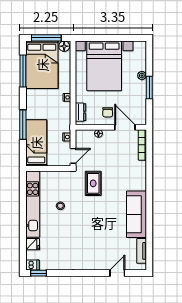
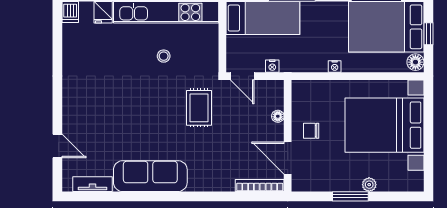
window: (46, 38) -> (429, 34), width x0.46
dresser: (81, 112) -> (311, 88), removed
door: (125, 127) -> (288, 158), swing flipped
rug: (93, 183) -> (199, 108), turned 90
window: (39, 273) -> (57, 22), removed

